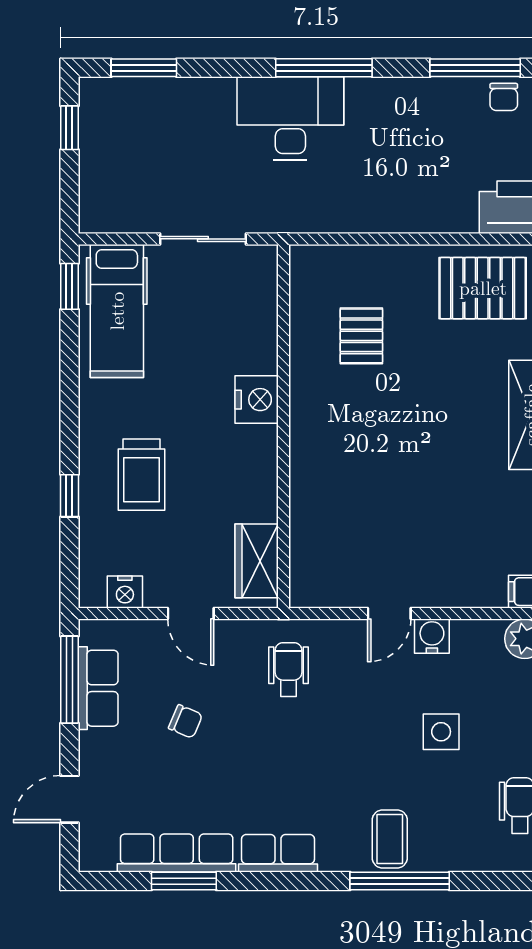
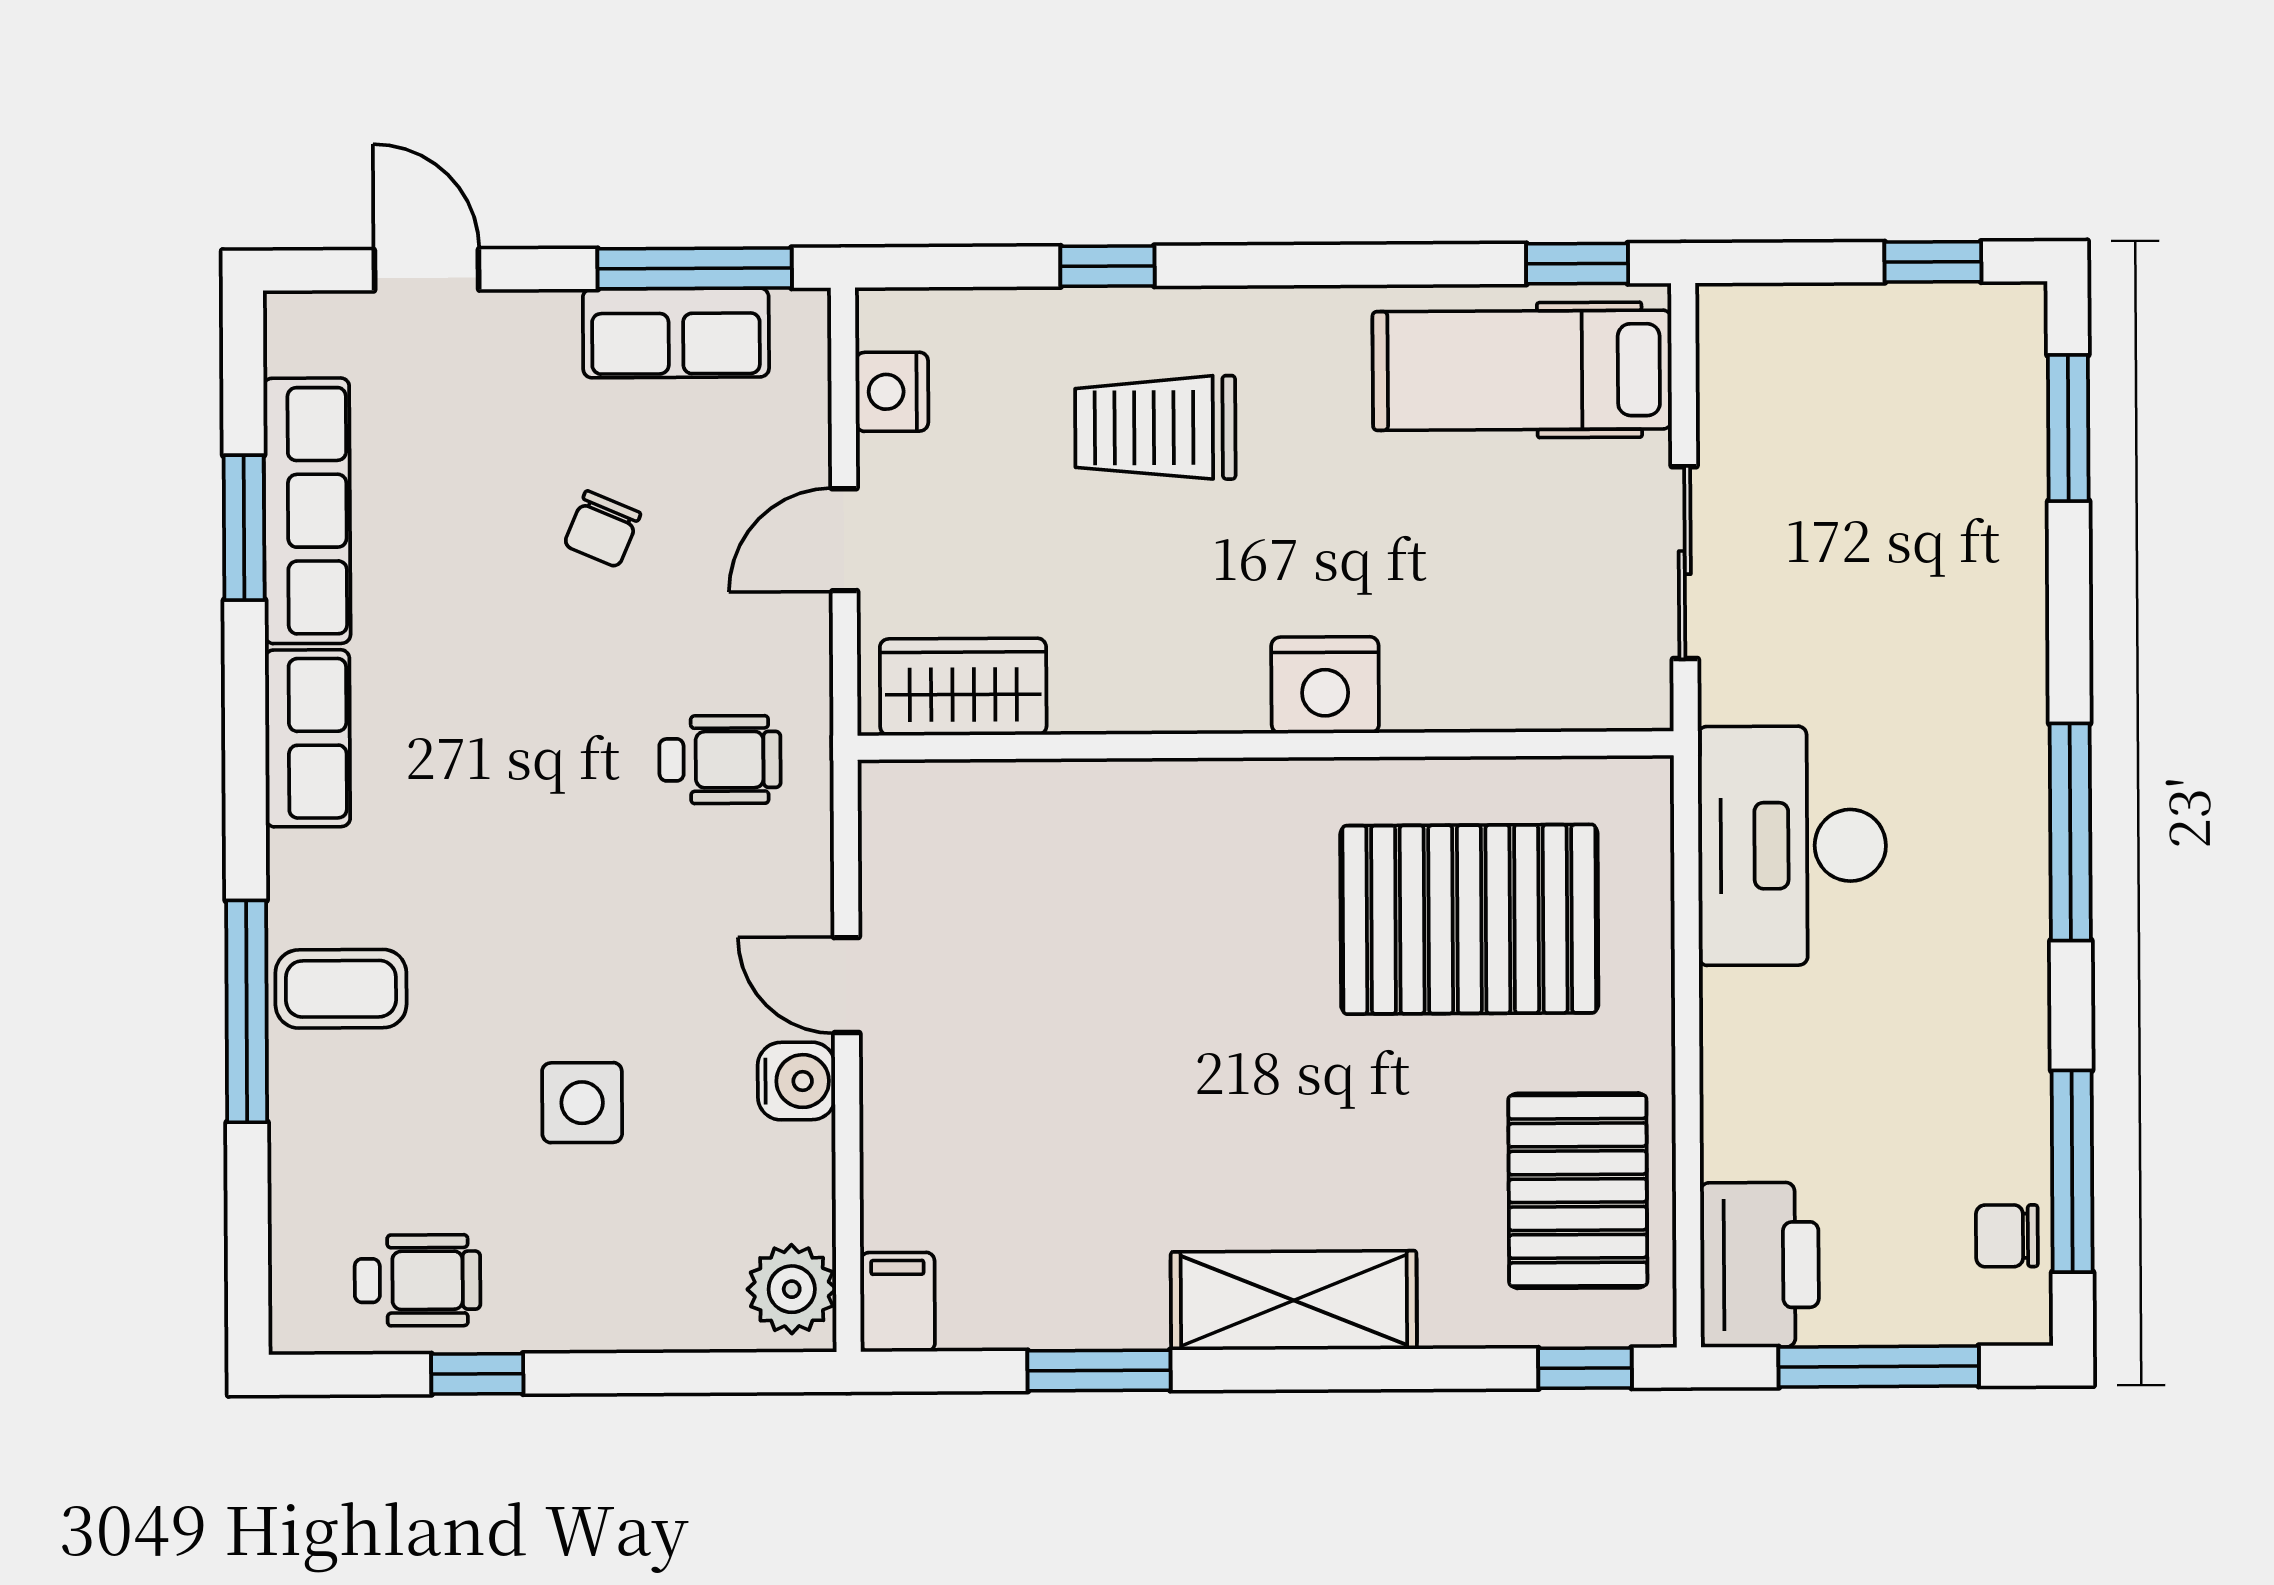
desk: (290, 119) -> (1792, 846), moved, turned 180
pallet: (361, 336) -> (1469, 919), width x2.05, depth x2.00

